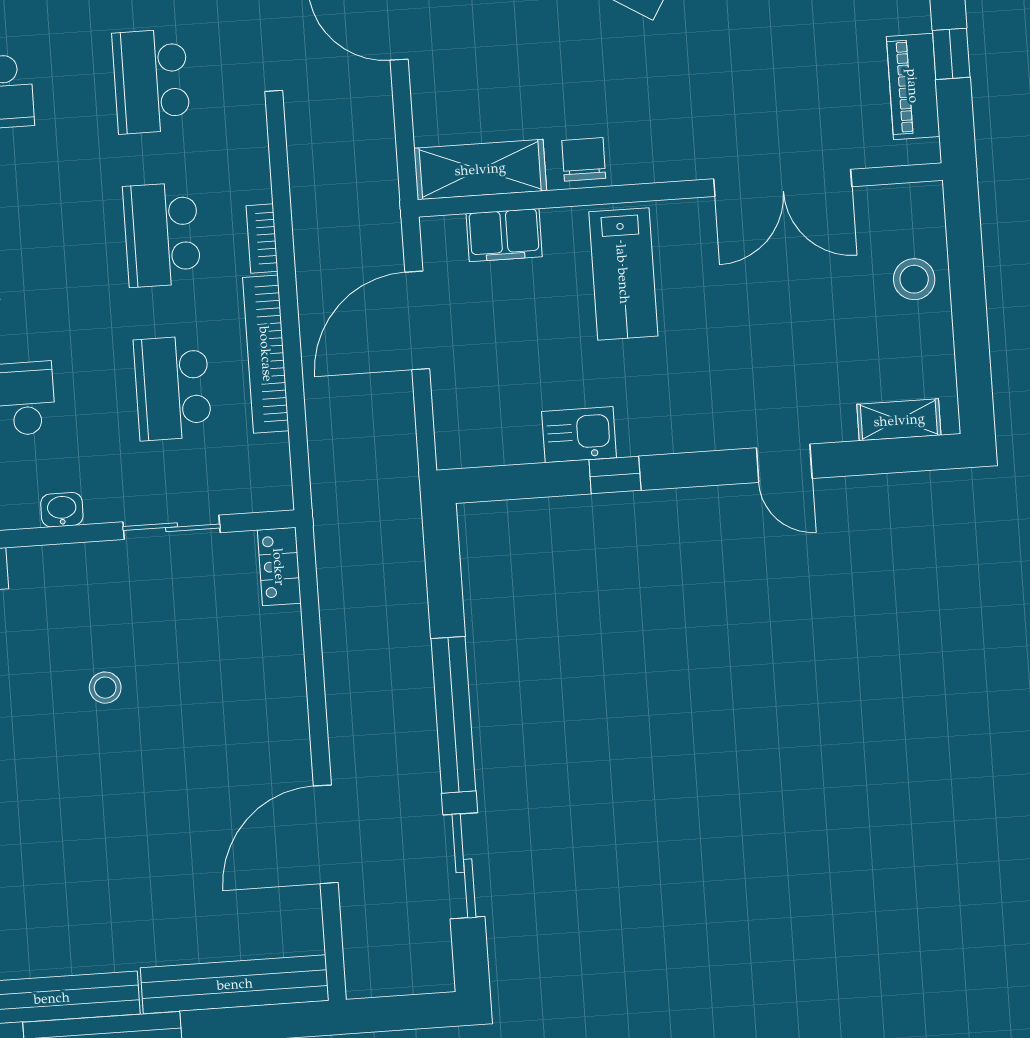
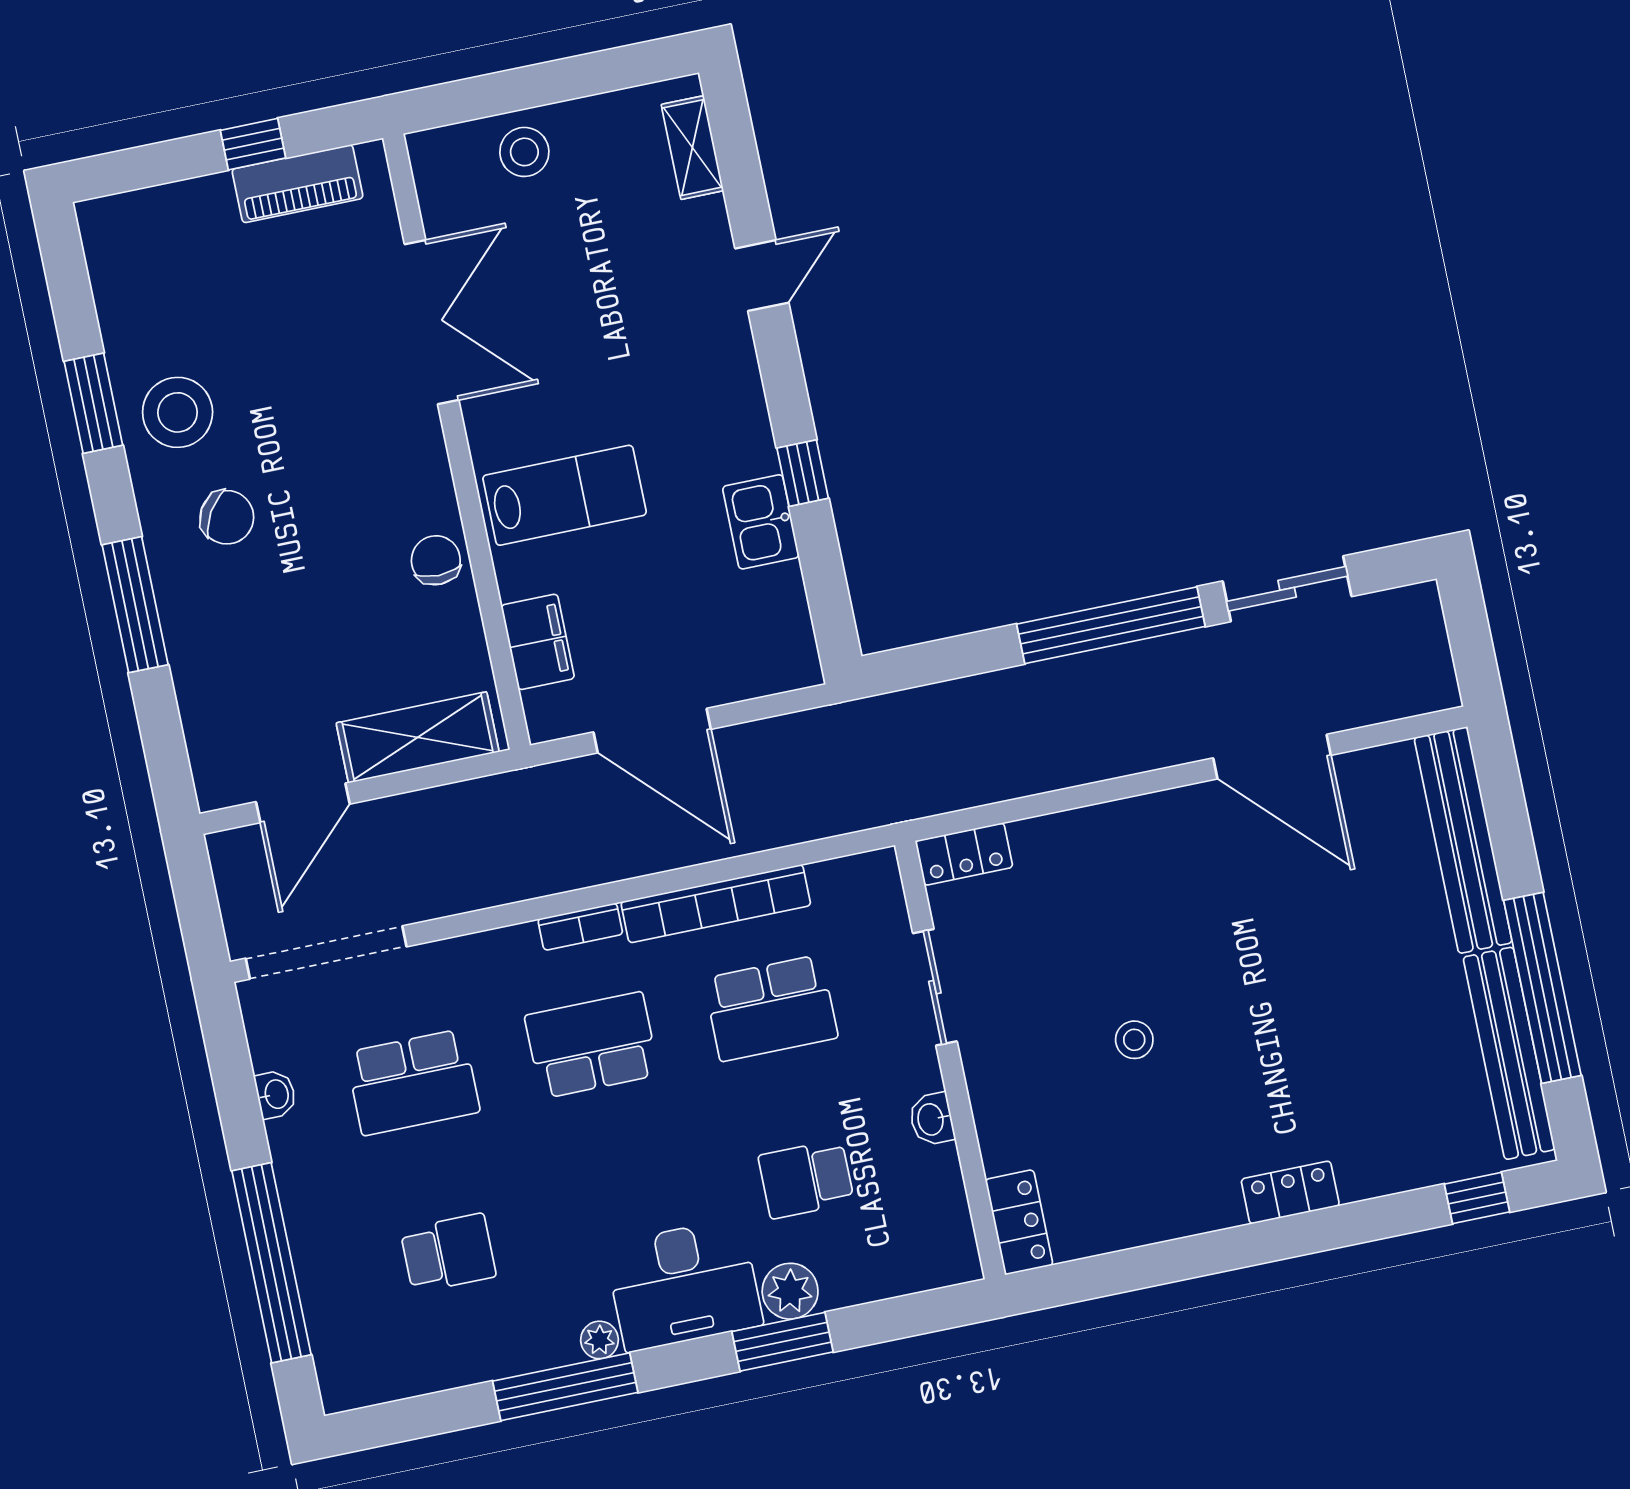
chair: (584, 159) -> (436, 560), turned 90
shelving: (480, 169) -> (418, 737), moved, turned 90
school desk: (162, 235) -> (592, 1045), turned 180

